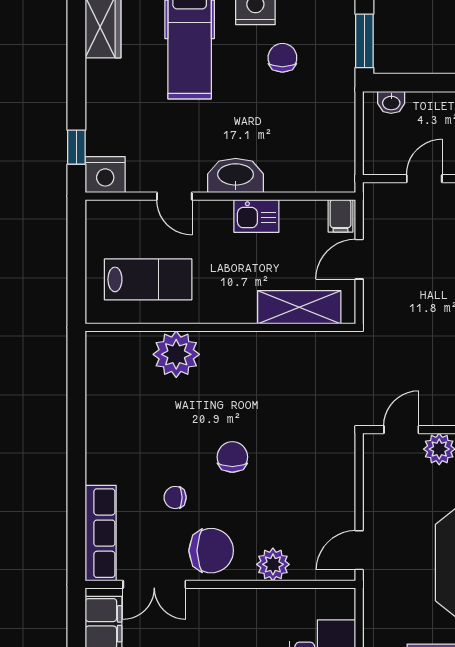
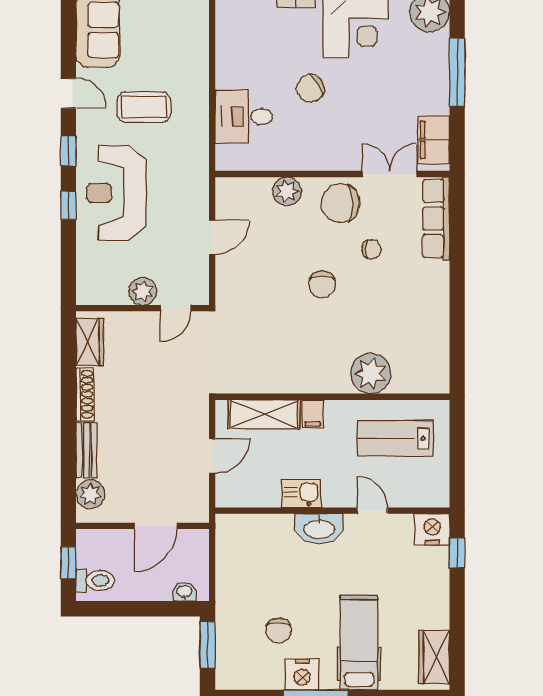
door: (424, 179) -> (156, 526), width x1.38
filing cabinet: (340, 216) -> (313, 414), moved, turned 180
door: (359, 550) -> (212, 237), moved

